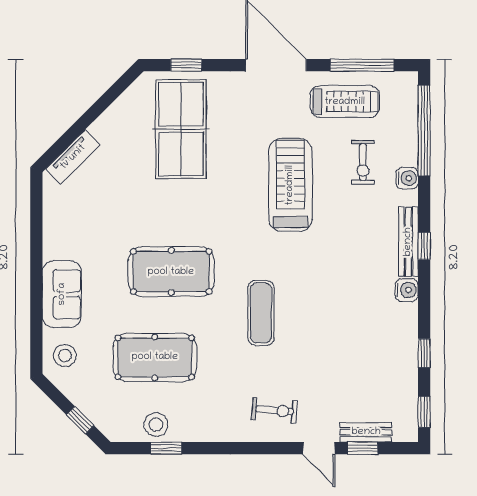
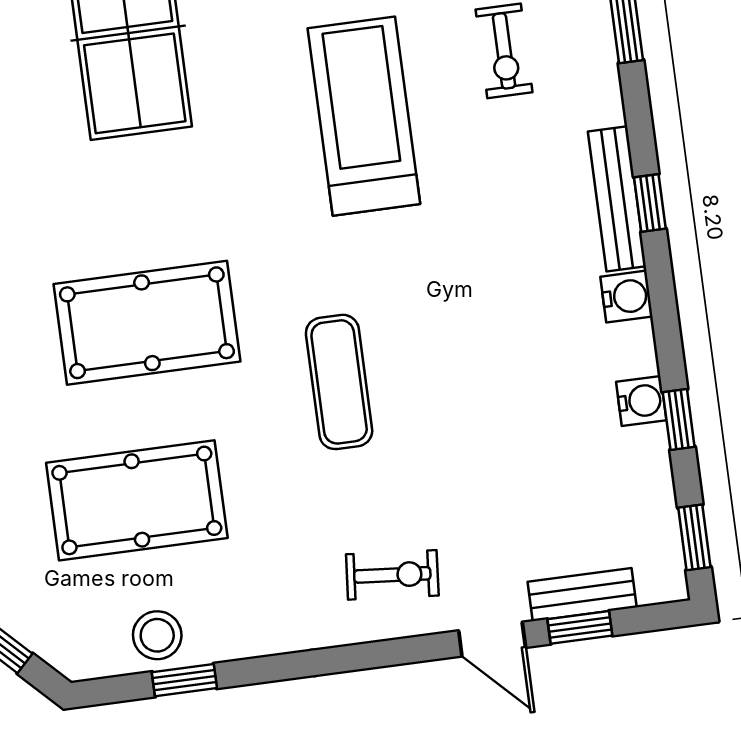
water cooler: (407, 178) -> (641, 401), moved

